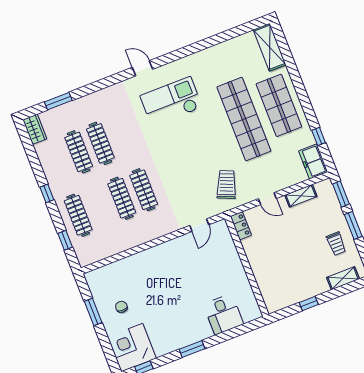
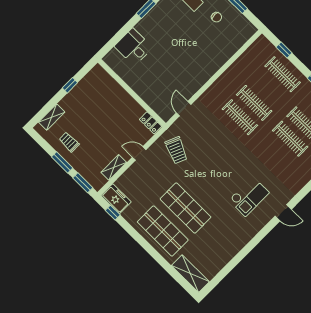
checkout: (171, 102) -> (249, 196), width x0.73, depth x0.83
shop shelf: (244, 119) -> (186, 208), width x0.71
window: (319, 136) -> (113, 213), moved

